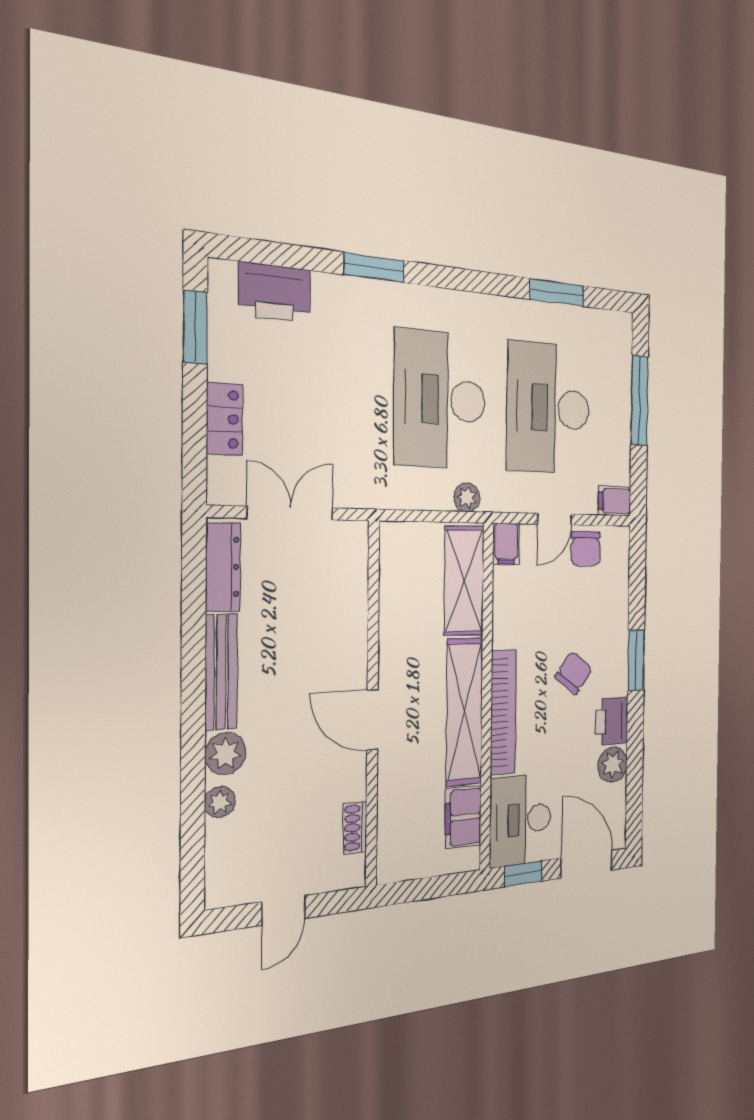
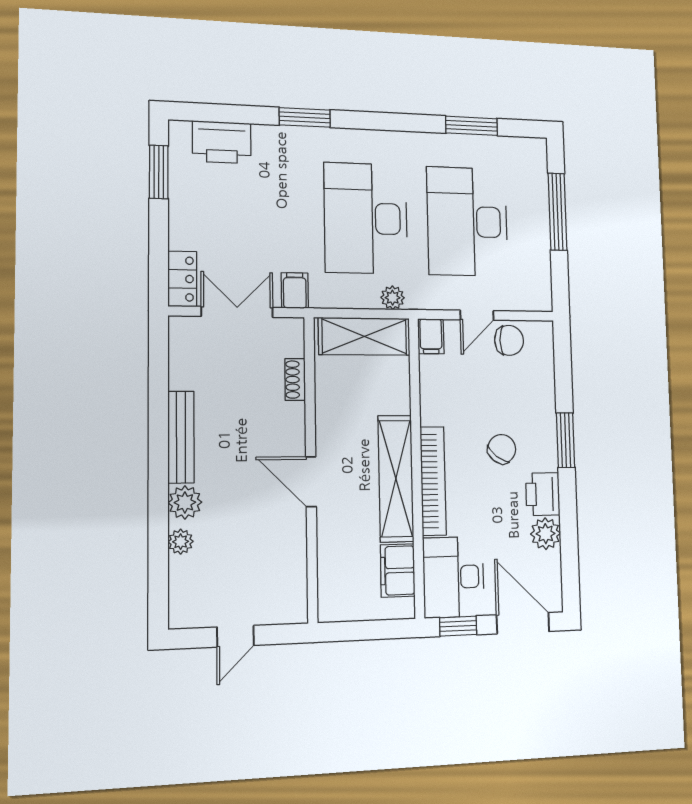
locker: (224, 419) -> (182, 279), moved
filing cabinet: (615, 501) -> (295, 291), moved, turned 90
chair: (586, 549) -> (509, 340), turned -90
dresser: (223, 567) -> (182, 354), removed
shelving: (464, 581) -> (364, 336), moved, turned 90
shoe rack: (355, 828) -> (295, 380), moved

